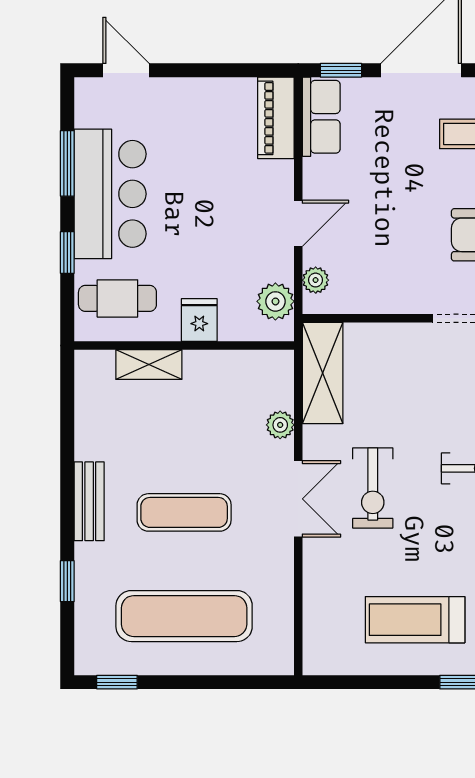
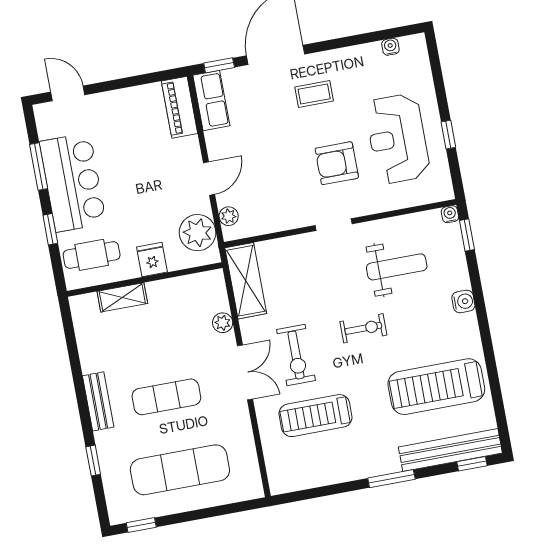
plant: (275, 301) -> (198, 233), width x1.36, depth x1.36
treadmill: (415, 620) -> (316, 416), moved

